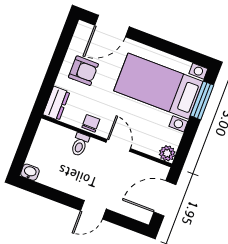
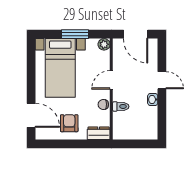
window: (202, 100) -> (75, 34), moved
washbasin: (30, 172) -> (153, 99), moved

